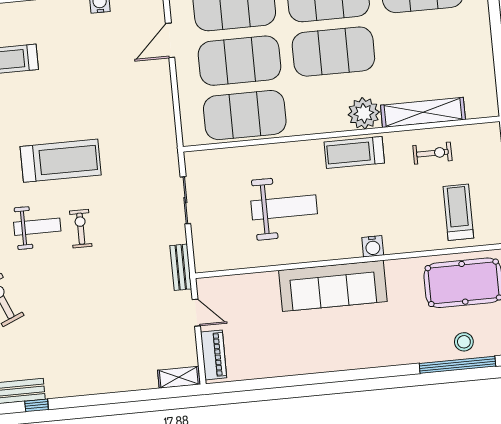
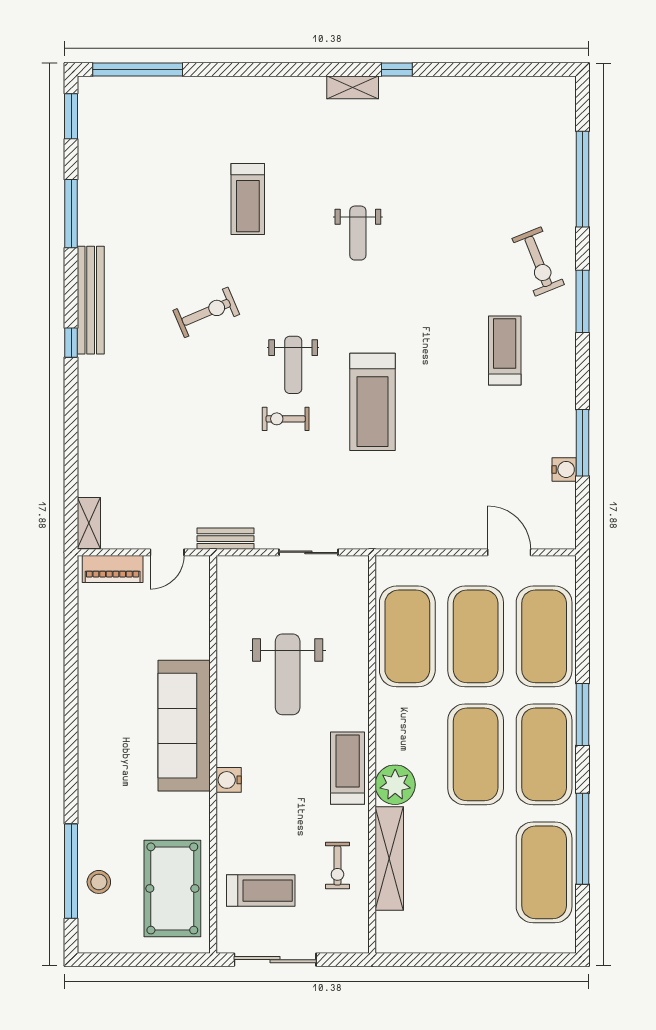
exercise bike: (81, 229) -> (286, 419), turned 180

